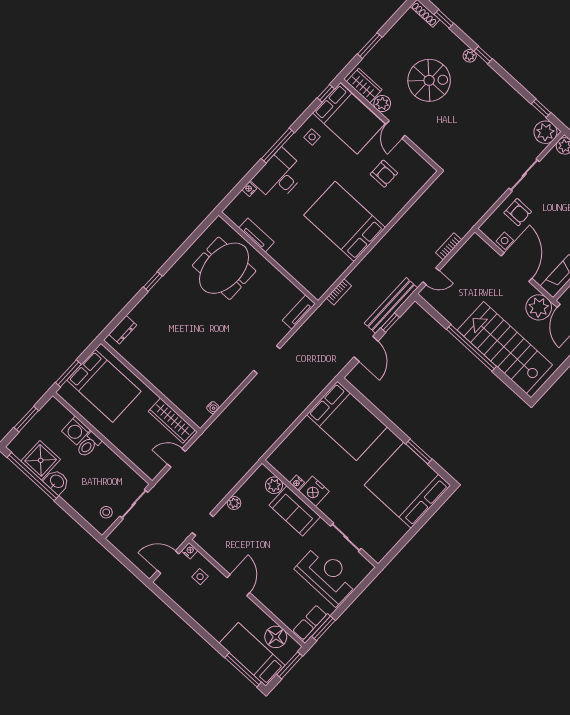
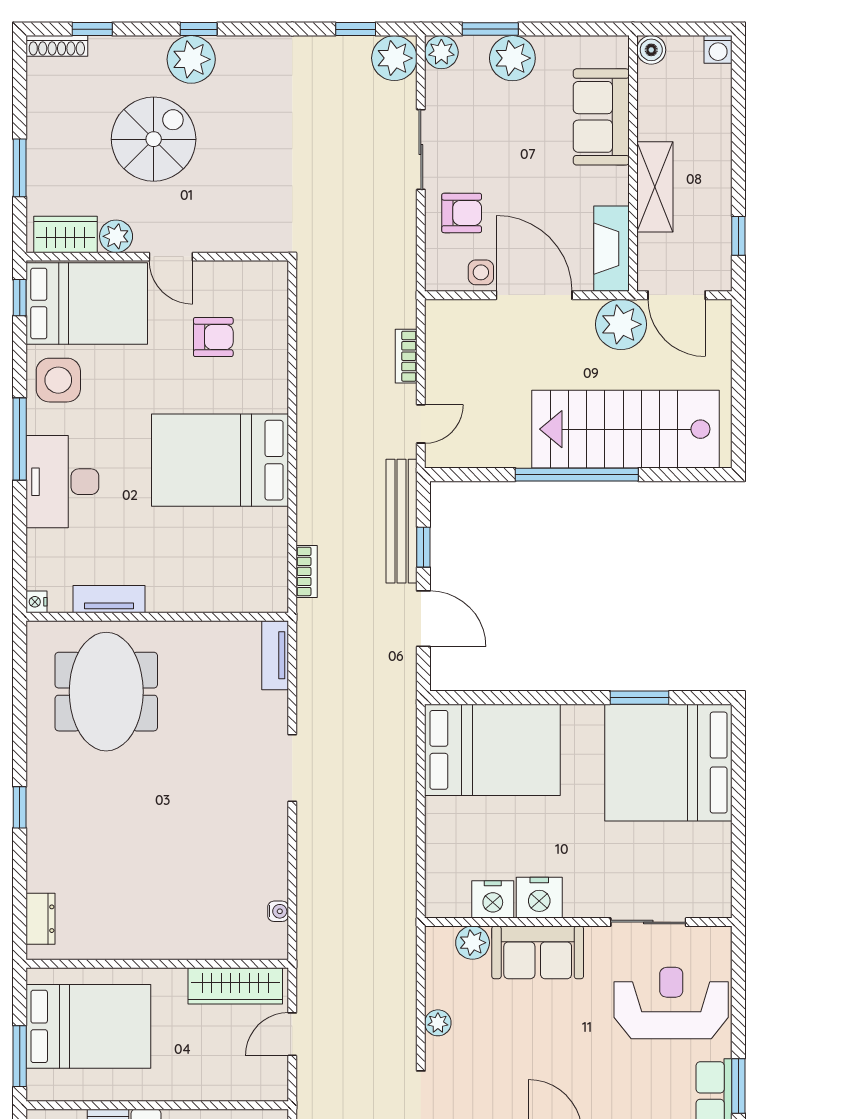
plant: (470, 56) -> (191, 59), width x1.87, depth x1.87
side table: (312, 137) -> (58, 380), width x1.87, depth x1.87
nightstand: (249, 189) -> (36, 602), moved
nightstand: (297, 483) -> (493, 899), width x1.89, depth x1.79

